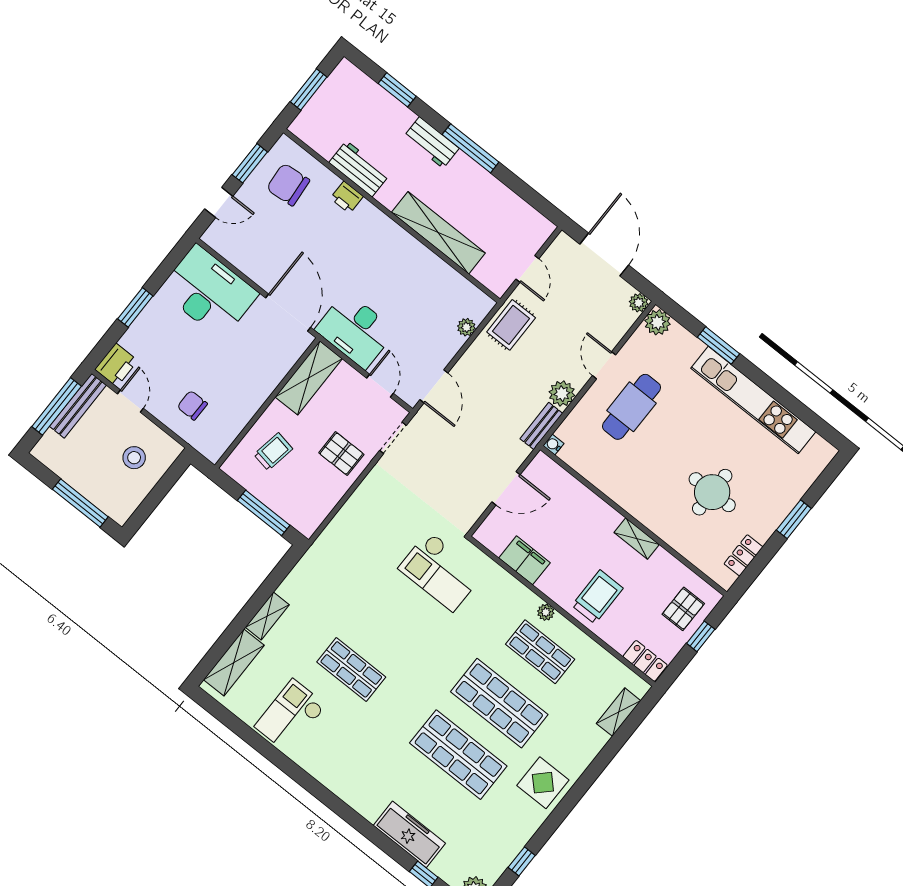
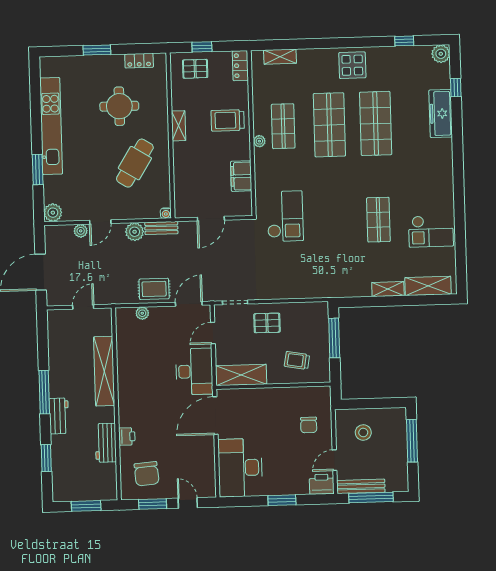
plant: (639, 303) -> (81, 231), moved
rug: (511, 325) -> (154, 289), moved
cafe table: (631, 407) -> (135, 163), moved, turned -58
pallet: (341, 454) -> (267, 323), turned 90
door: (506, 488) -> (211, 219), swing flipped

